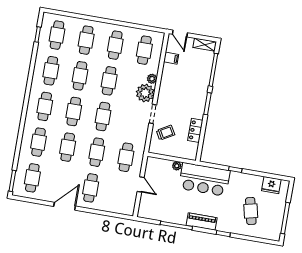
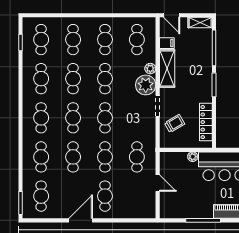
shelving: (167, 81) -> (167, 69), added
locker: (195, 130) -> (206, 122), width x1.53

